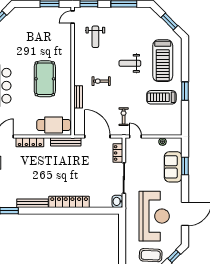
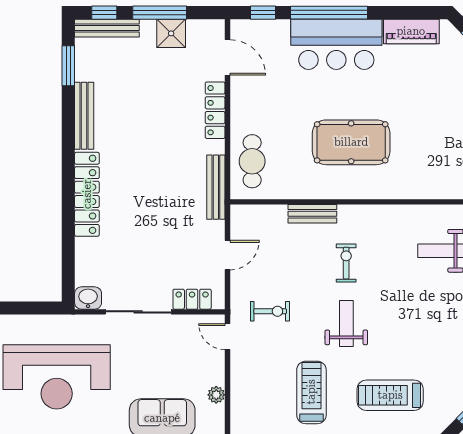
treadmill: (163, 61) -> (390, 395), width x0.73, depth x0.73
weight bench: (130, 63) -> (346, 323), moved
cafe table: (54, 125) -> (252, 161), width x0.73, depth x0.74
door: (97, 136) -> (227, 255), width x0.53
door: (135, 136) -> (227, 337), swing flipped

